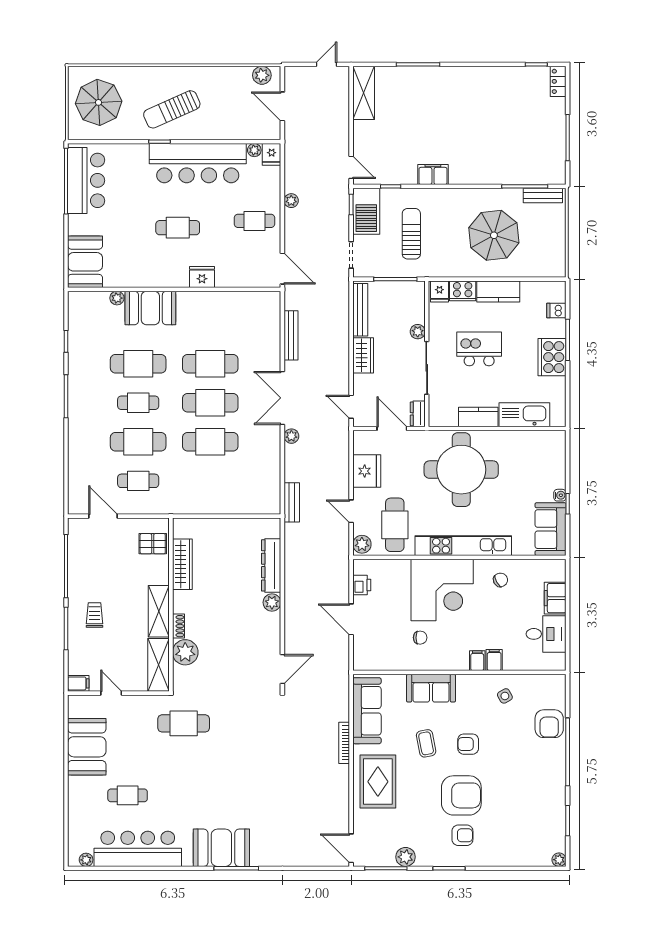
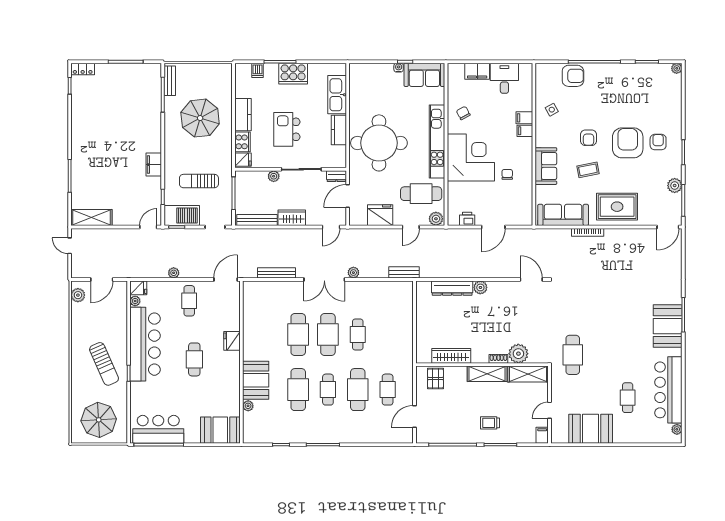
cafe table: (210, 442) -> (358, 335), width x0.73, depth x0.74

